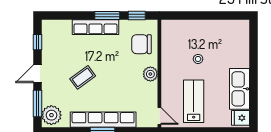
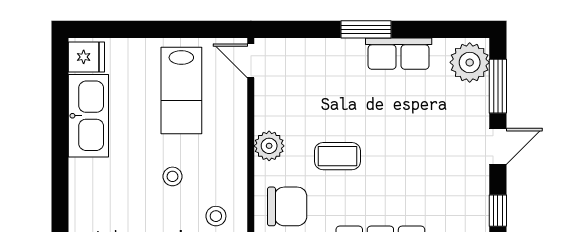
stool: (177, 39) -> (216, 216), added
coffee table: (83, 77) -> (338, 156), moved, turned 36
row of seats: (103, 120) -> (399, 54), width x0.50

